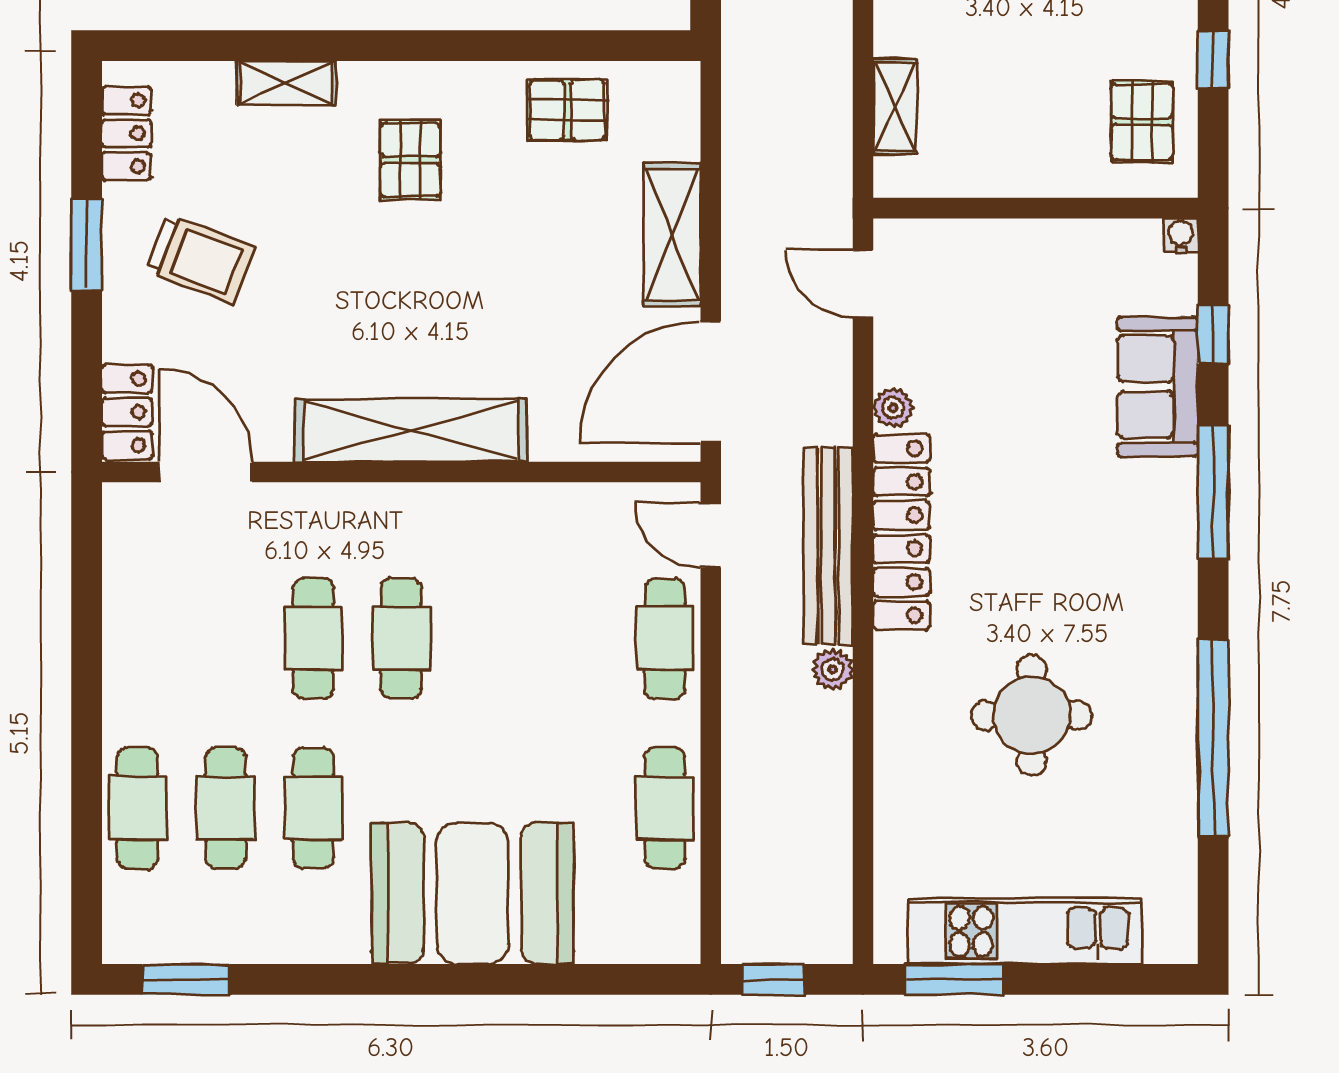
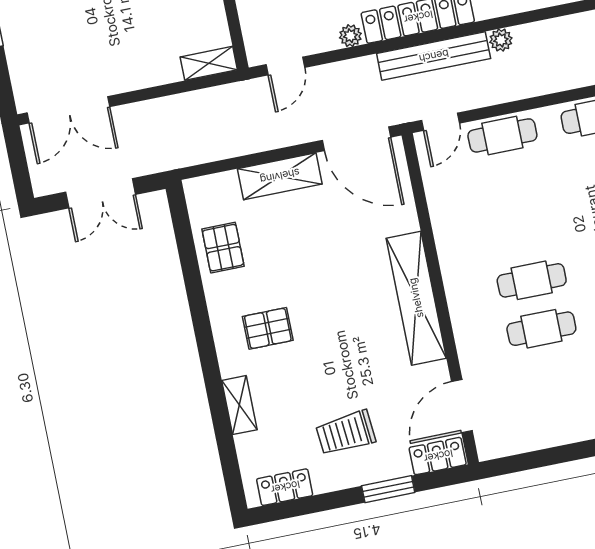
shelving: (895, 106) -> (209, 63), moved
window: (87, 245) -> (388, 489), moved
trolley: (200, 259) -> (346, 433), turned -116

